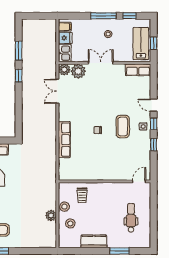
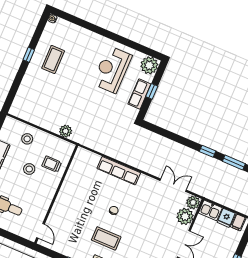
stool: (64, 207) -> (29, 169), moved
plant: (51, 215) -> (66, 131), moved

